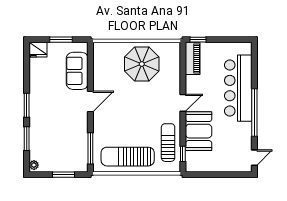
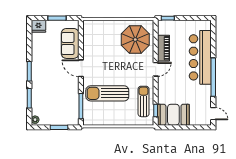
piano: (193, 58) -> (163, 48), moved
parasol: (142, 64) -> (135, 40), moved
door: (90, 102) -> (81, 68), swing flipped
booth: (199, 131) -> (173, 115), moved, turned 90
sun lounger: (128, 157) -> (107, 93), moved
door: (254, 158) -> (213, 114), hinge flipped

